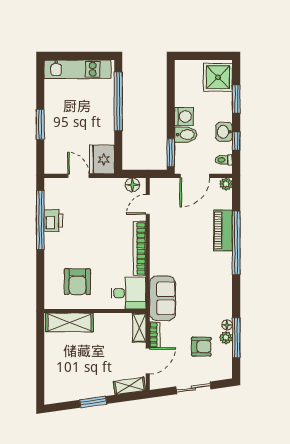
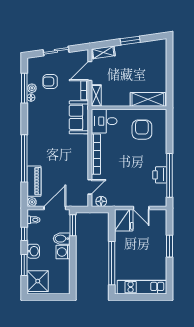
washbasin: (224, 132) -> (33, 251), moved
piano: (223, 230) -> (34, 181), moved

